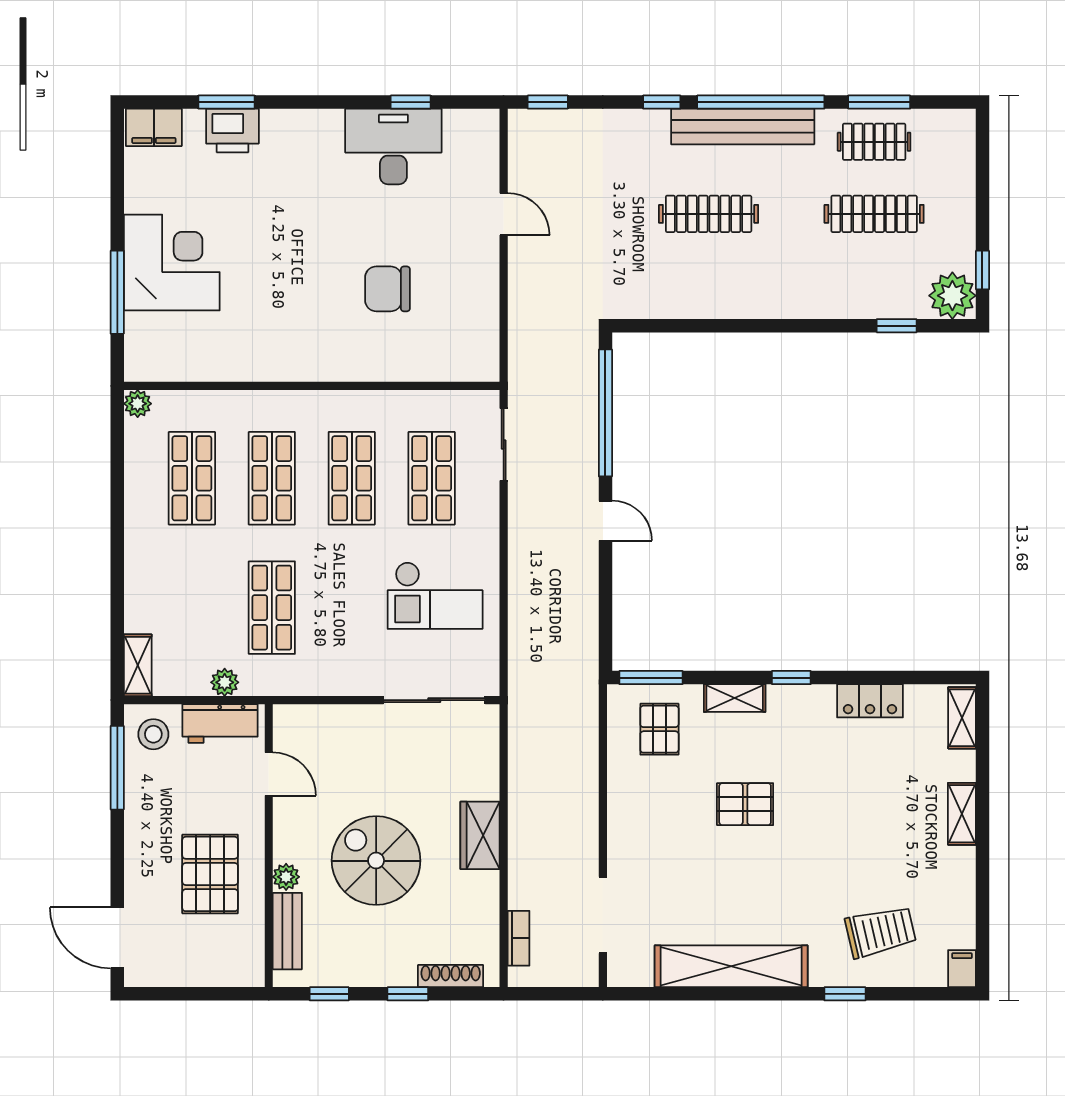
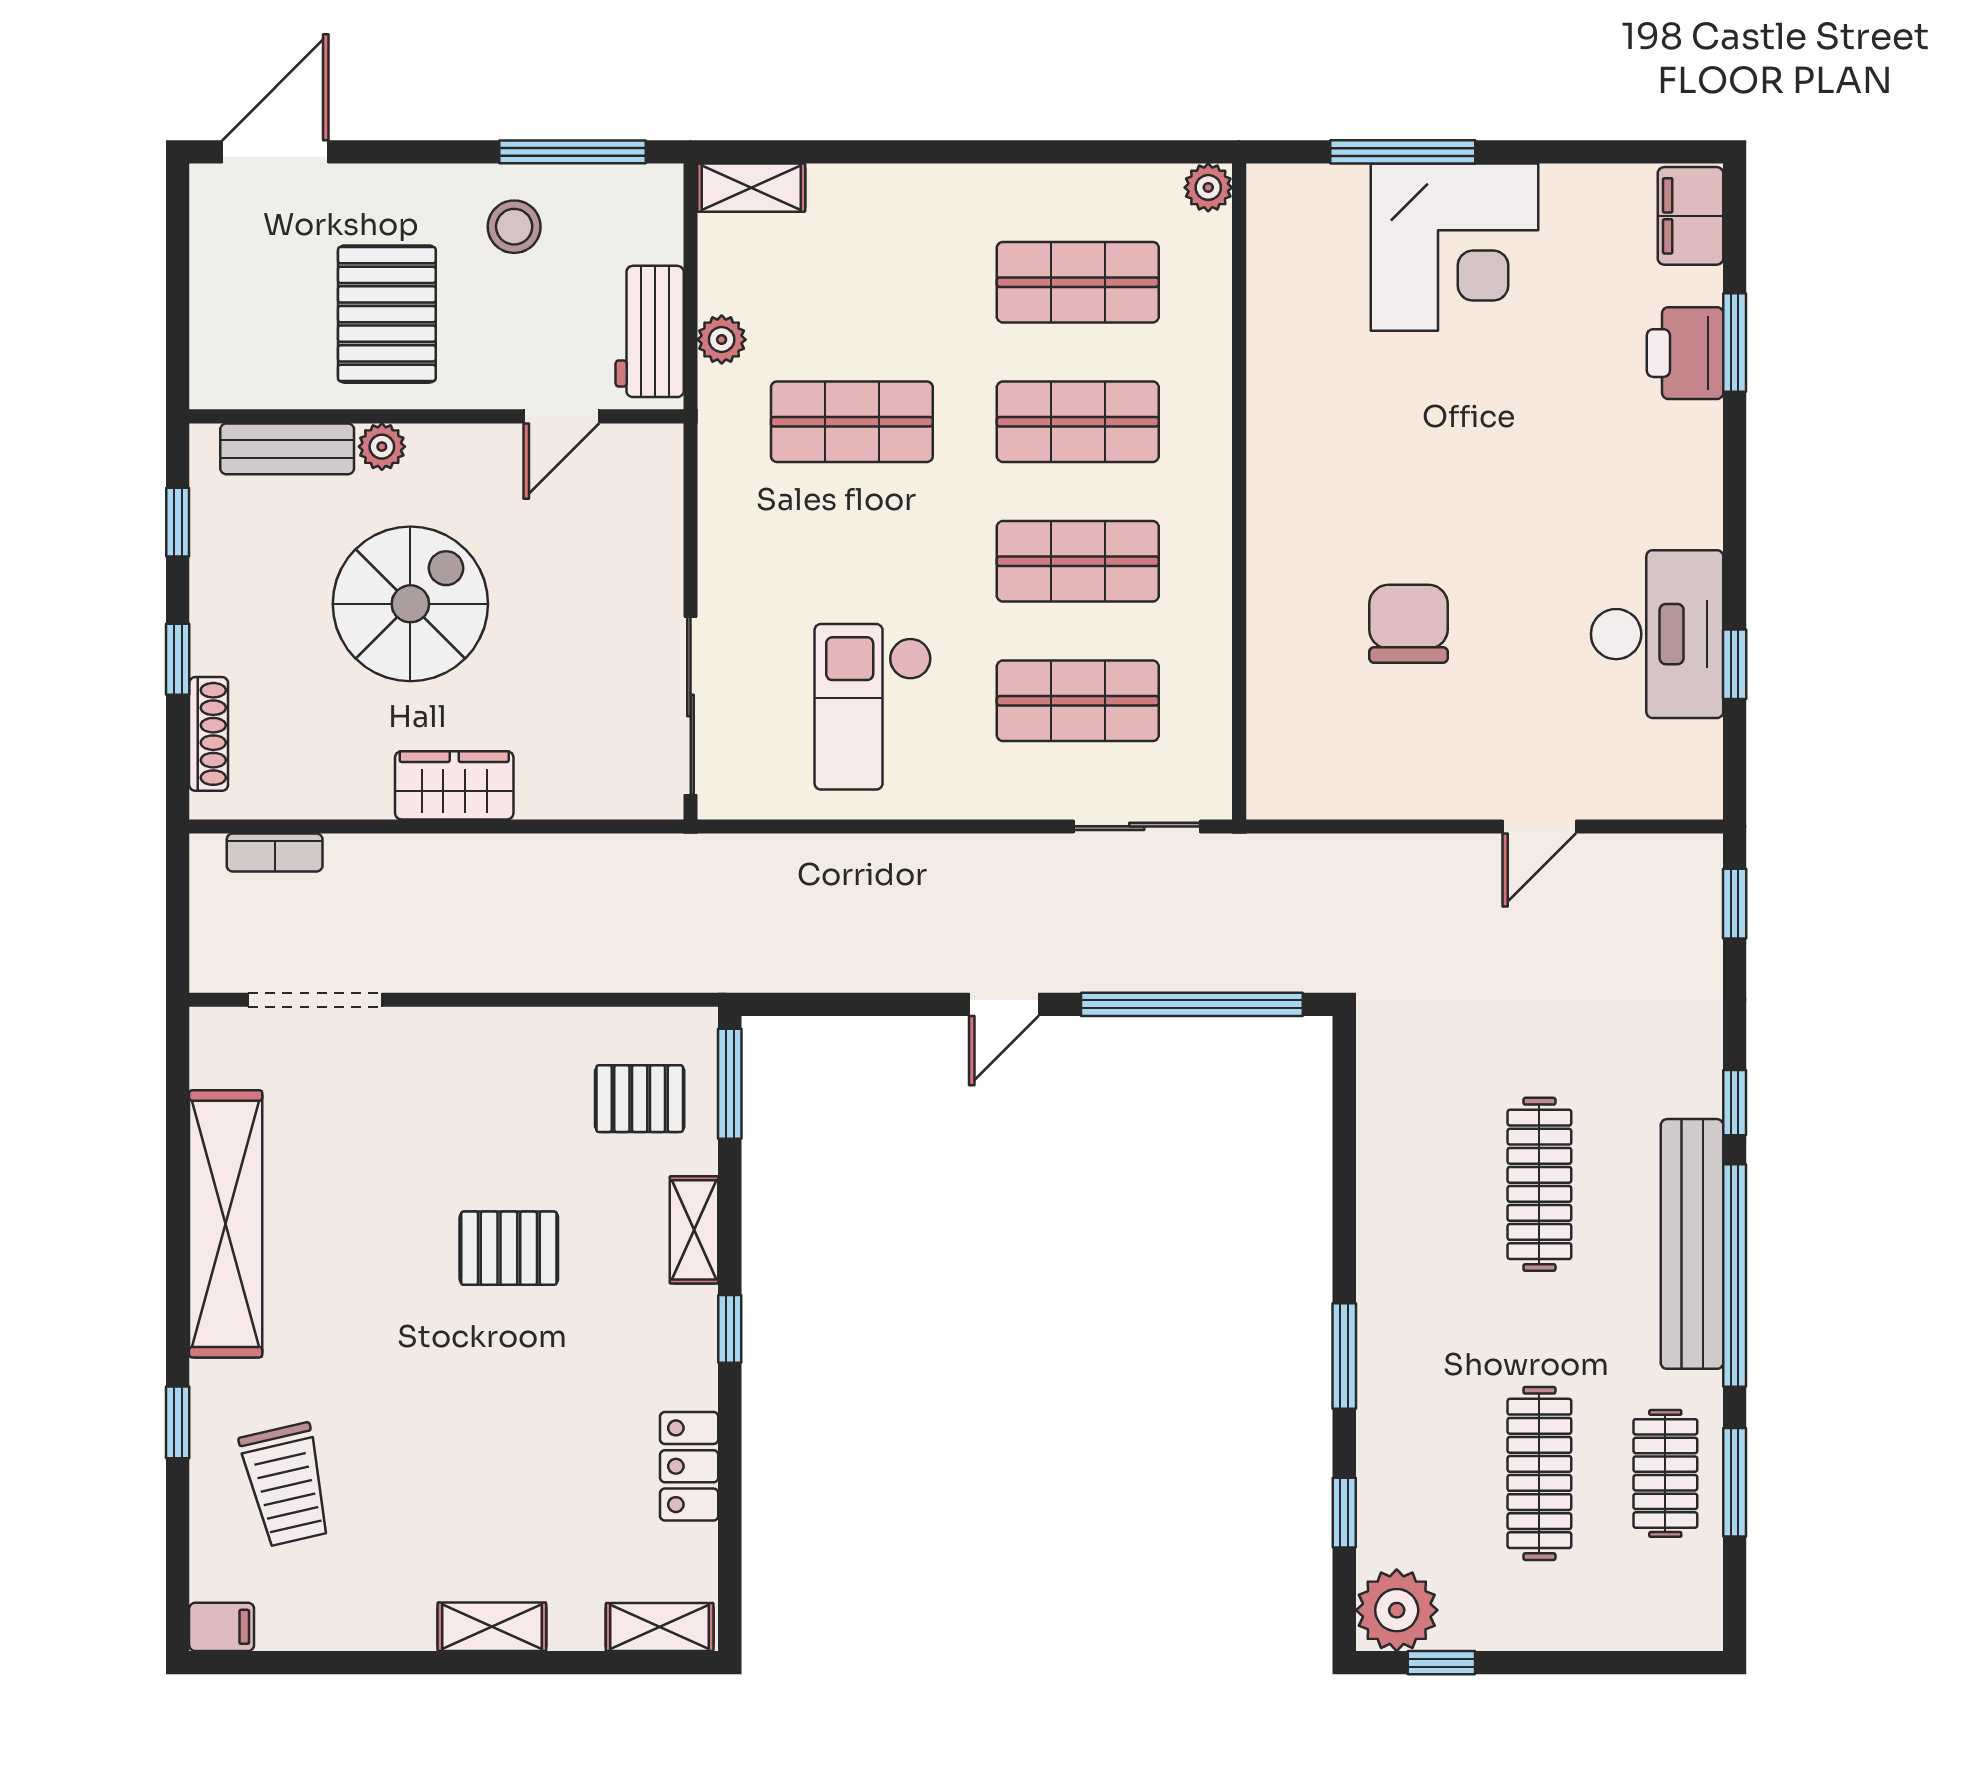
window: (807, 326) -> (1344, 1356), added
stool: (153, 734) -> (514, 227), moved
pallet: (745, 804) -> (509, 1248), turned 90
pallet: (210, 874) -> (387, 314), turned 90

